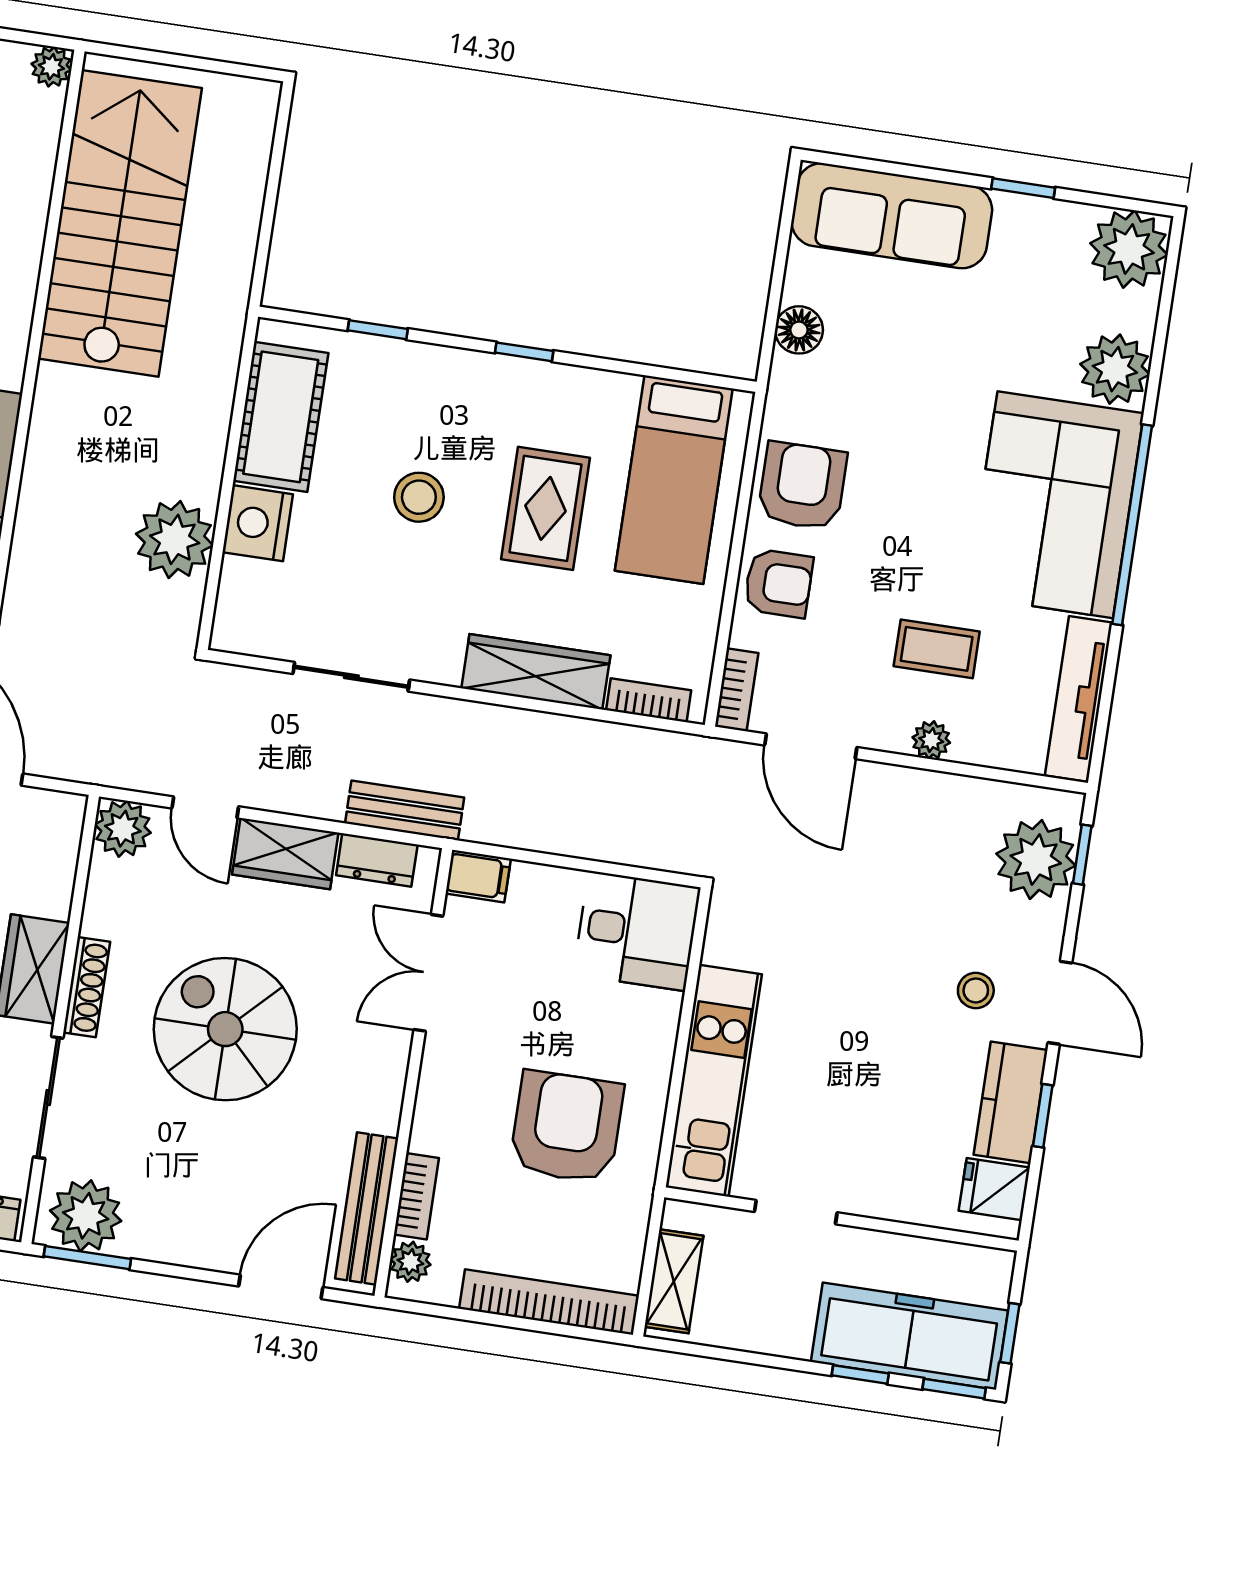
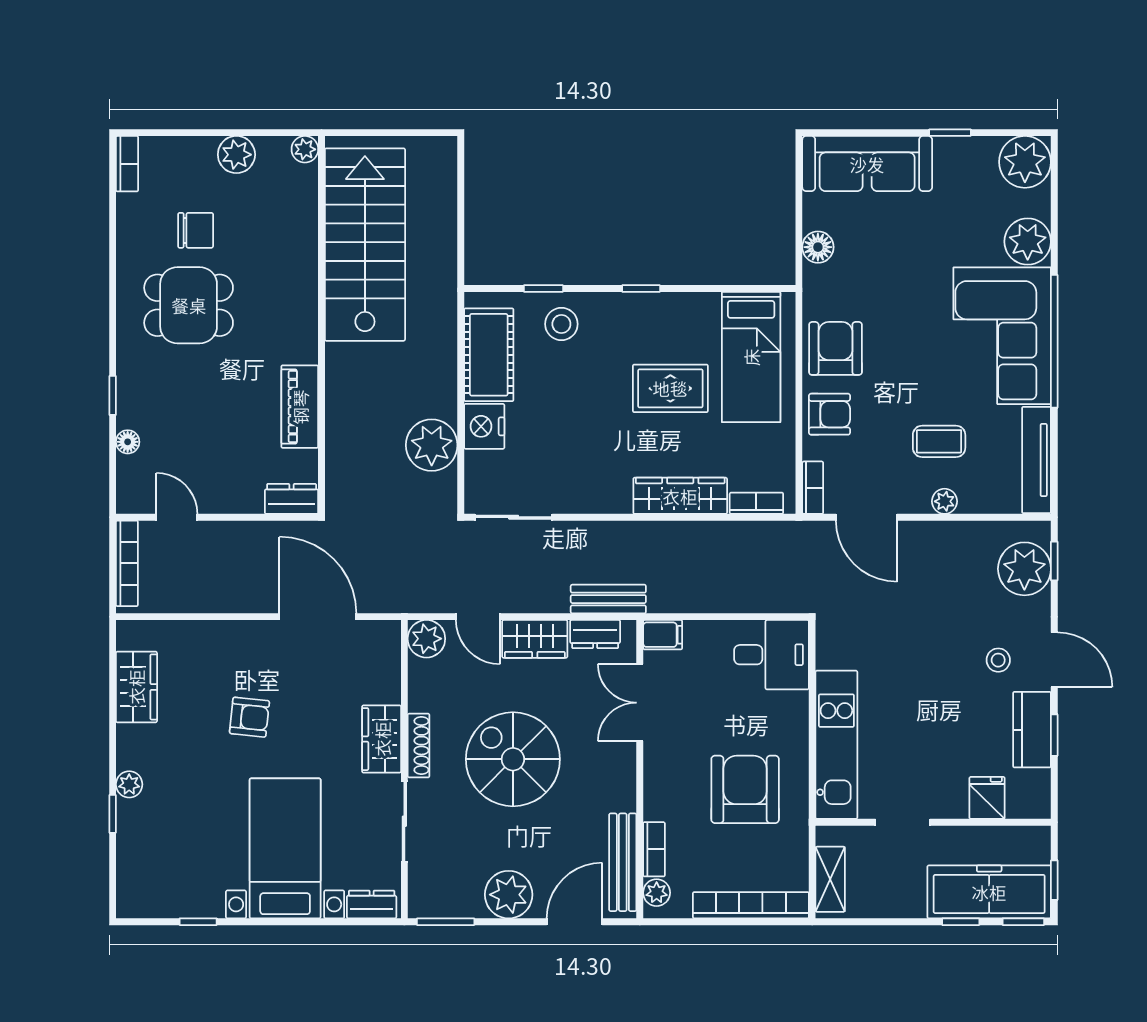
stool: (419, 497) -> (561, 324), moved
rug: (546, 508) -> (670, 388), turned 90
sliding door: (351, 677) -> (514, 517), moved
fridge: (994, 1189) -> (987, 798), moved, turned 90
plant: (86, 1216) -> (509, 895), moved

